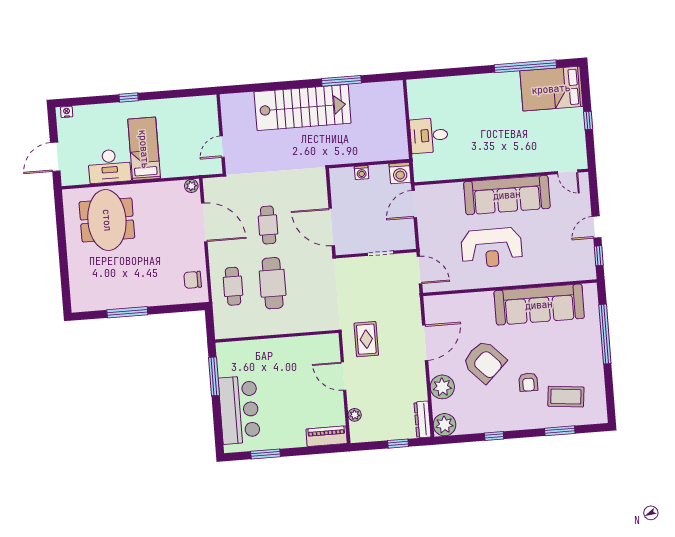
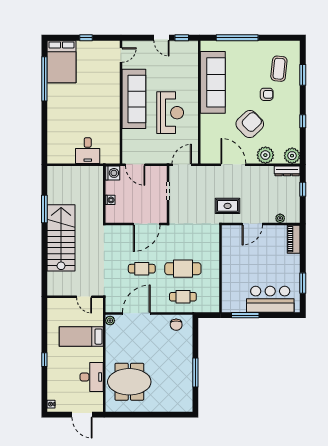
bed: (144, 149) -> (81, 337), moved

